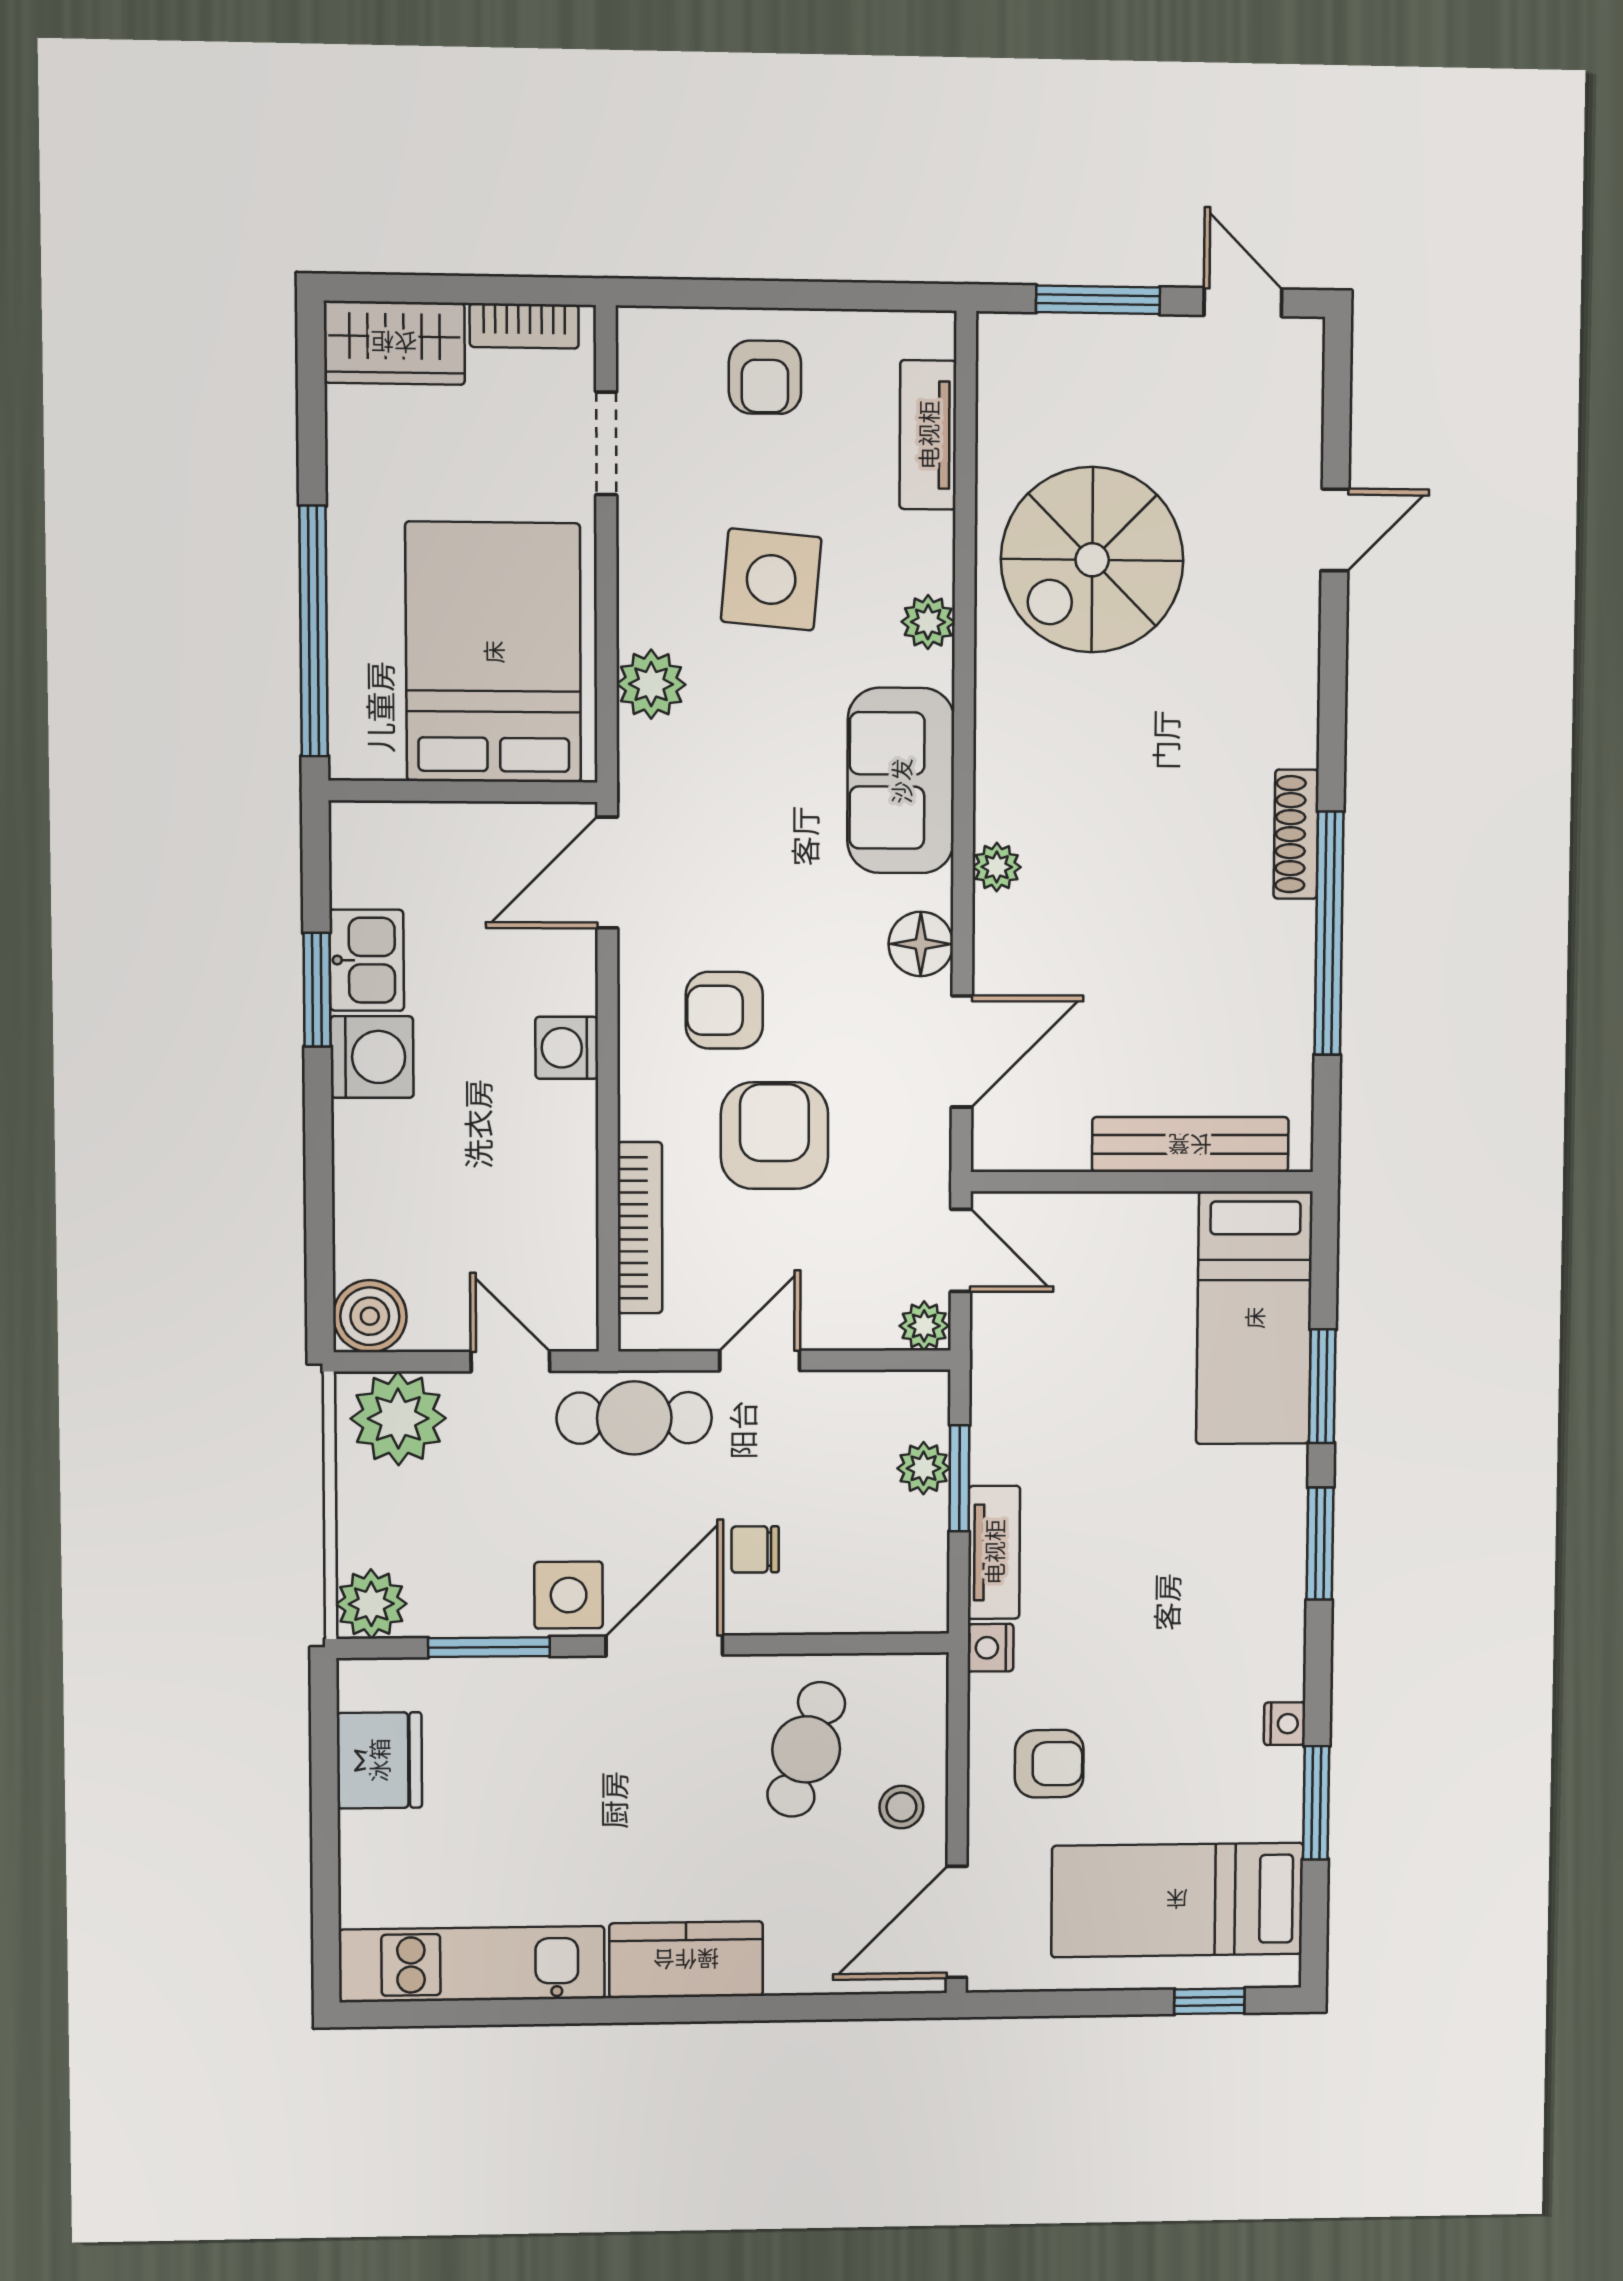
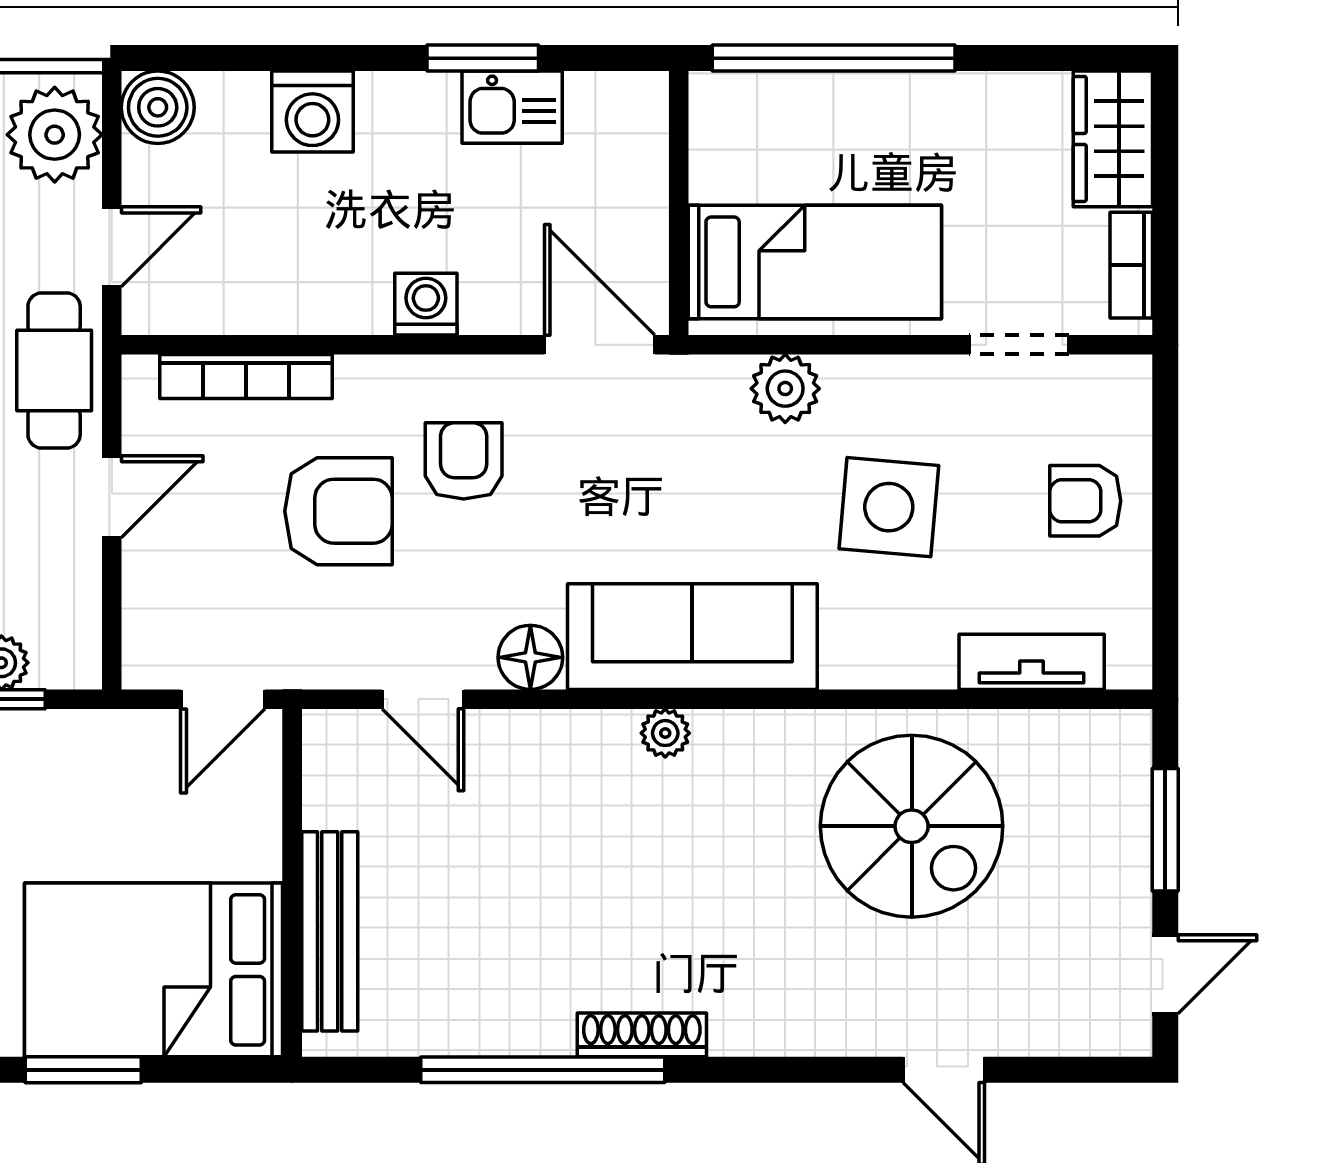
spiral stairs: (1092, 560) -> (912, 826), turned 180
plant: (928, 622) -> (849, 663), removed
bed: (493, 652) -> (815, 262), width x0.67
sofa: (901, 781) -> (692, 637), width x1.36
plant: (997, 867) -> (665, 733), moved
door: (962, 1052) -> (423, 699), width x0.73
washing machine: (372, 1057) -> (312, 112), moved
bed: (1254, 1318) -> (154, 970), width x1.50
plant: (924, 1326) -> (146, 663), removed
door: (760, 1361) -> (112, 497), hinge flipped

